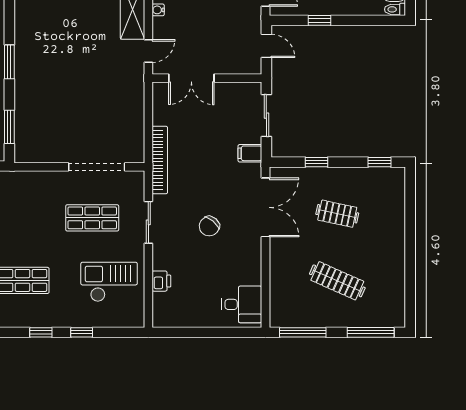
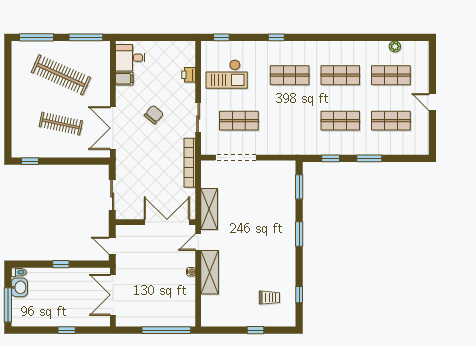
window: (320, 20) -> (61, 264), moved
double door: (191, 78) -> (167, 222), width x1.37
shelving: (133, 96) -> (209, 209), added
filing cabinet: (250, 153) -> (124, 79), moved
window: (317, 162) -> (76, 161), removed
clothes rail: (337, 214) -> (61, 124), width x1.36
clothes rail: (337, 281) -> (61, 75), width x1.37, depth x1.31
window: (82, 332) -> (221, 37), moved

